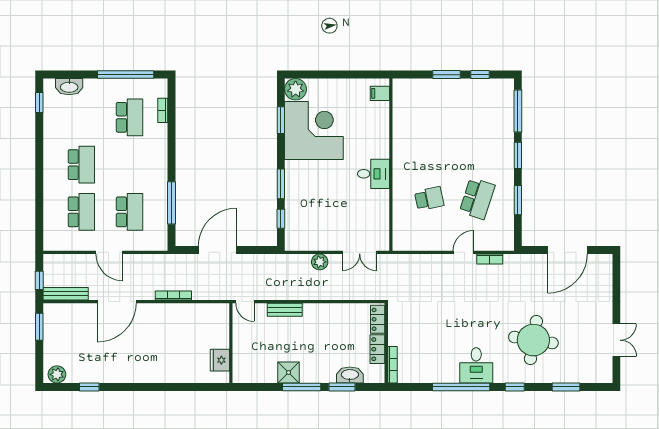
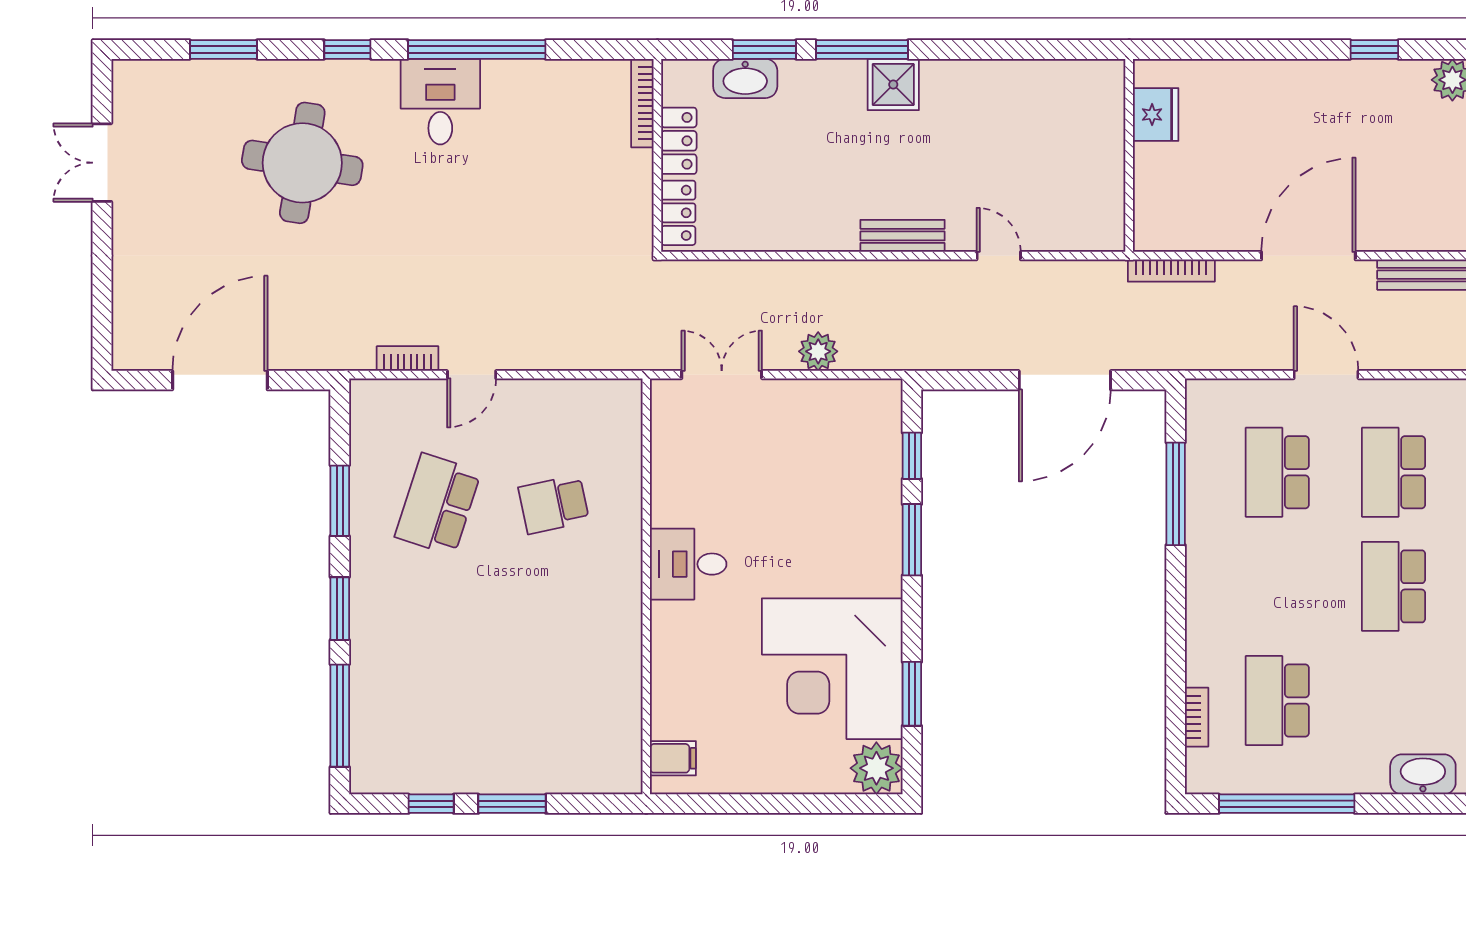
wall: (231, 343) -> (1129, 155), moved
fridge: (220, 360) -> (1156, 115), moved

